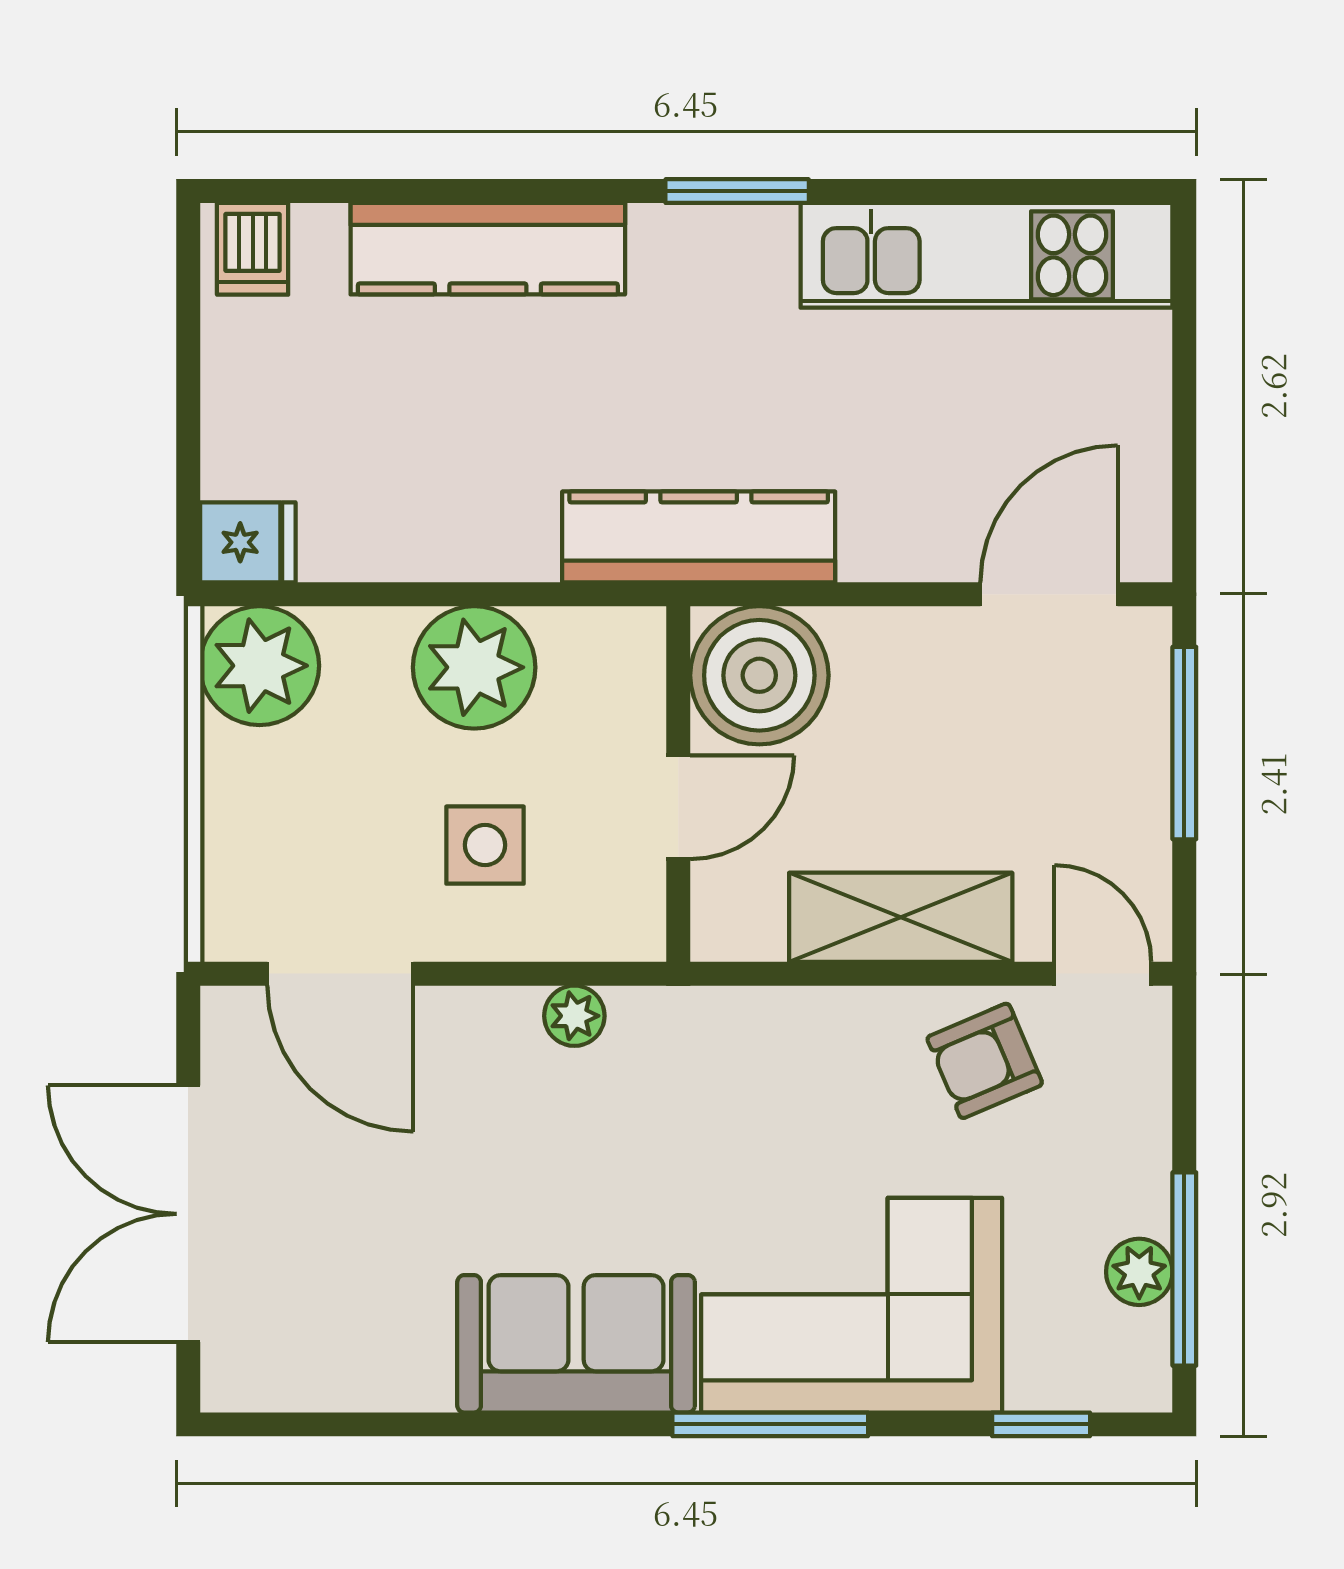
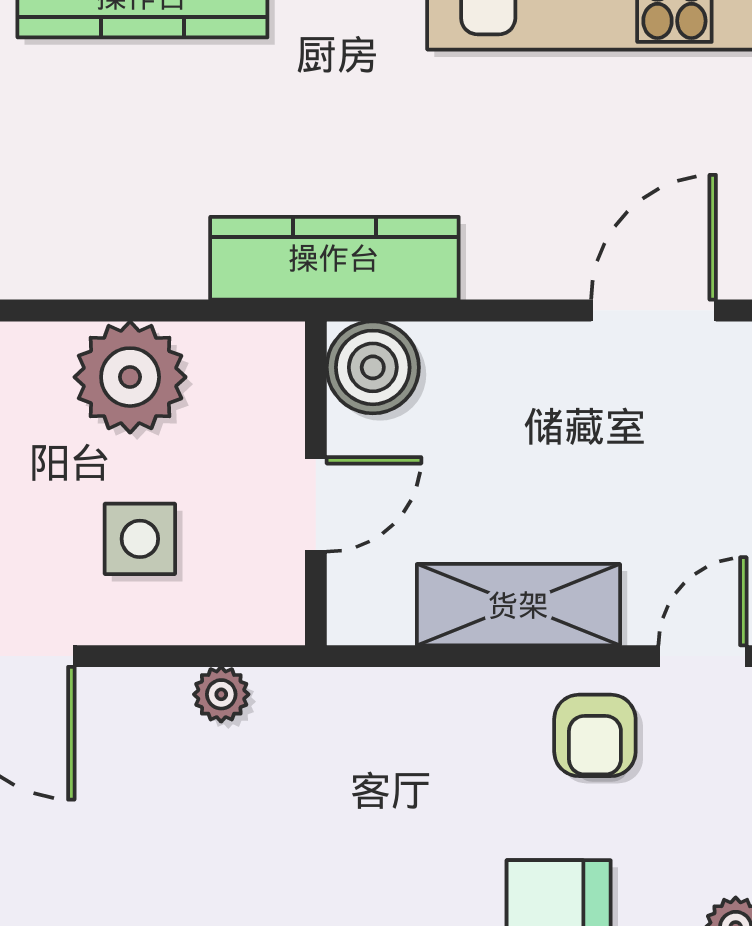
boiler: (759, 675) -> (373, 367), width x0.73, depth x0.73
door: (1103, 974) -> (703, 656), hinge flipped
armchair: (985, 1061) -> (595, 735), turned -67

